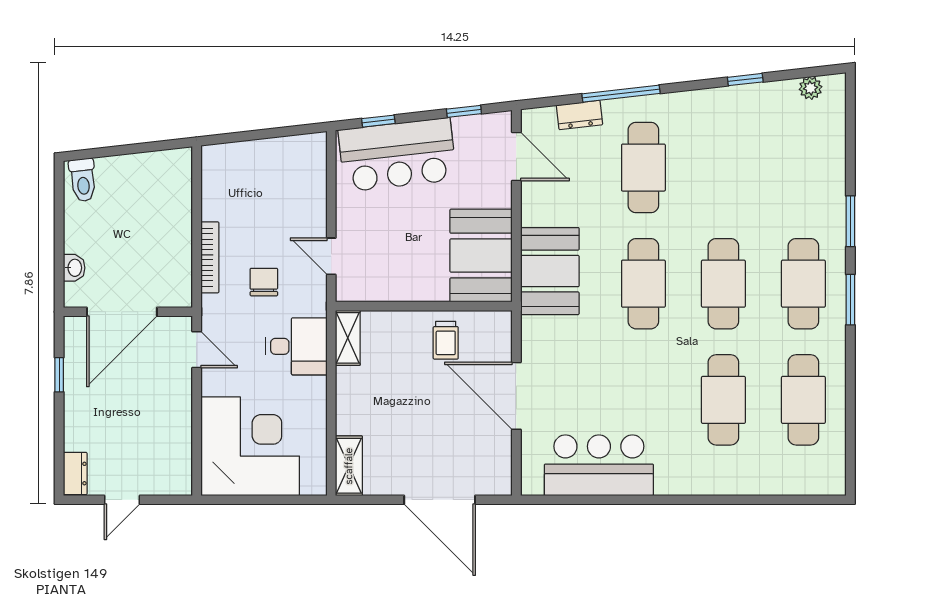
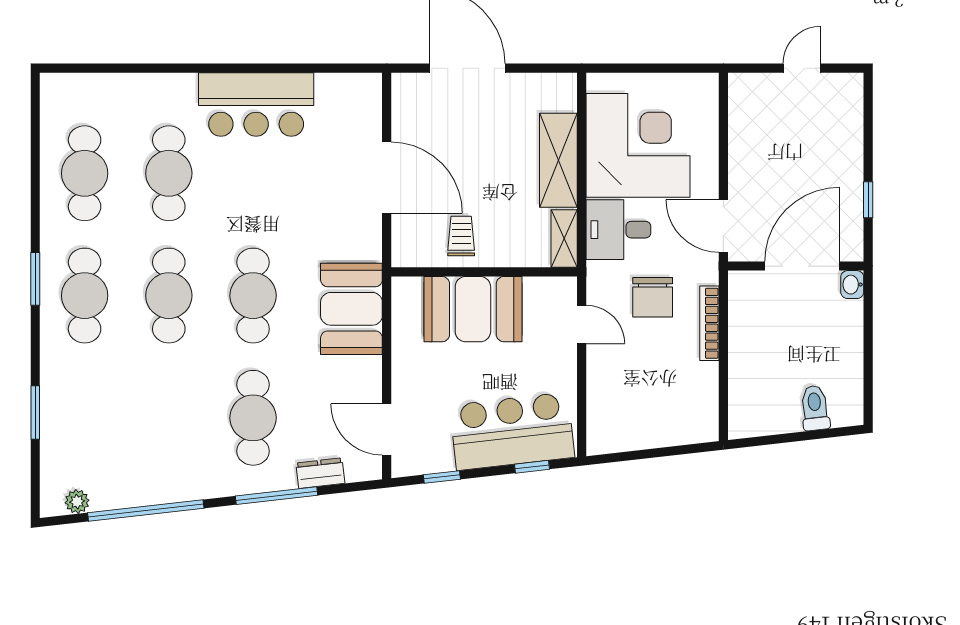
window: (745, 80) -> (146, 510), width x3.17
toilet: (83, 180) -> (815, 408), moved
window: (850, 221) -> (35, 412), moved
booth: (481, 256) -> (473, 309), moved, turned 90
washbasin: (74, 268) -> (852, 285), moved
chair: (264, 282) -> (653, 297), width x1.37, depth x1.37
door: (197, 350) -> (723, 226), width x1.37
corner desk: (250, 446) -> (638, 145), moved, turned 180
bar counter: (599, 465) -> (256, 104), moved
shelving: (349, 466) -> (558, 160), moved, width x1.50, depth x1.33
dresser: (75, 474) -> (851, 96), removed

